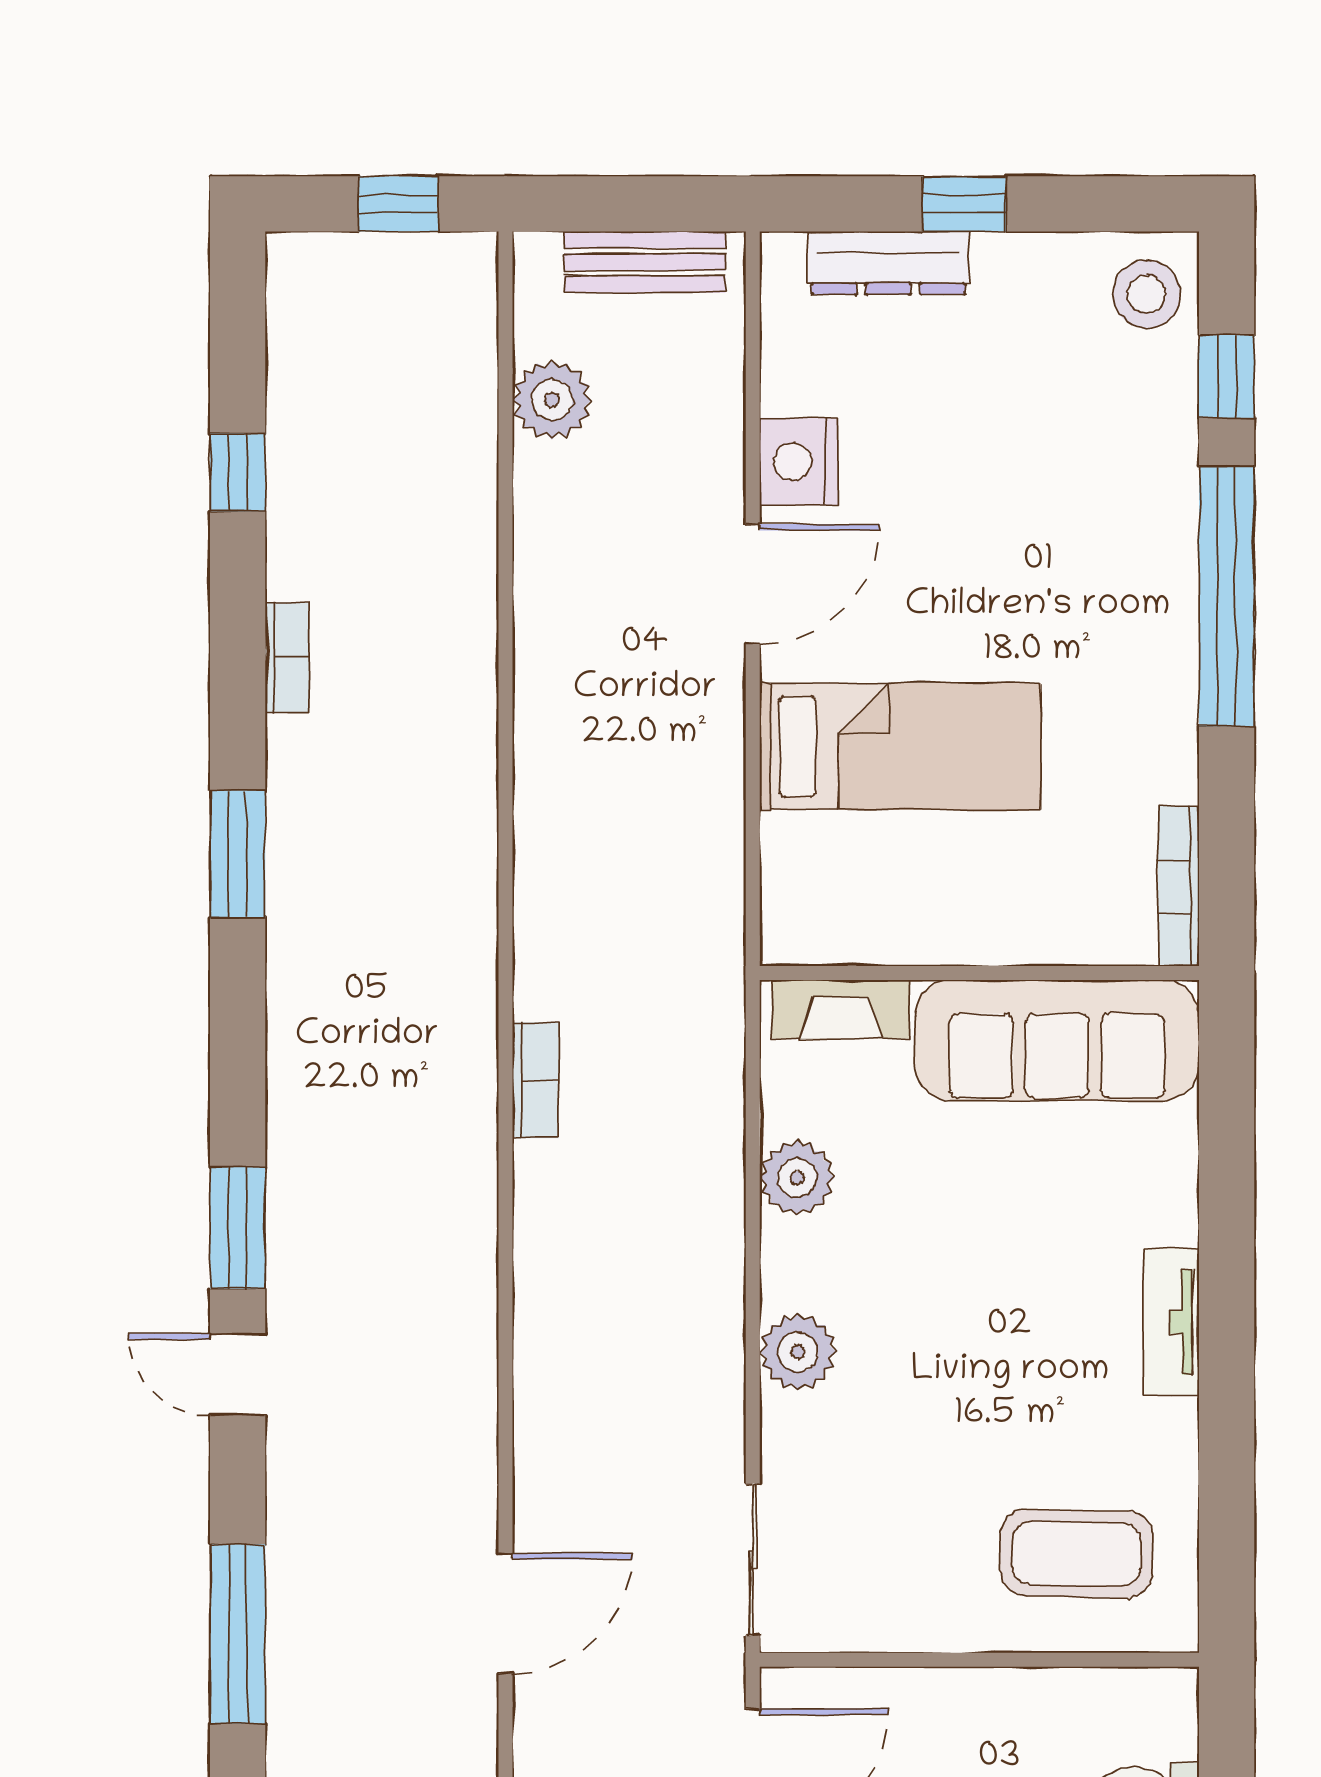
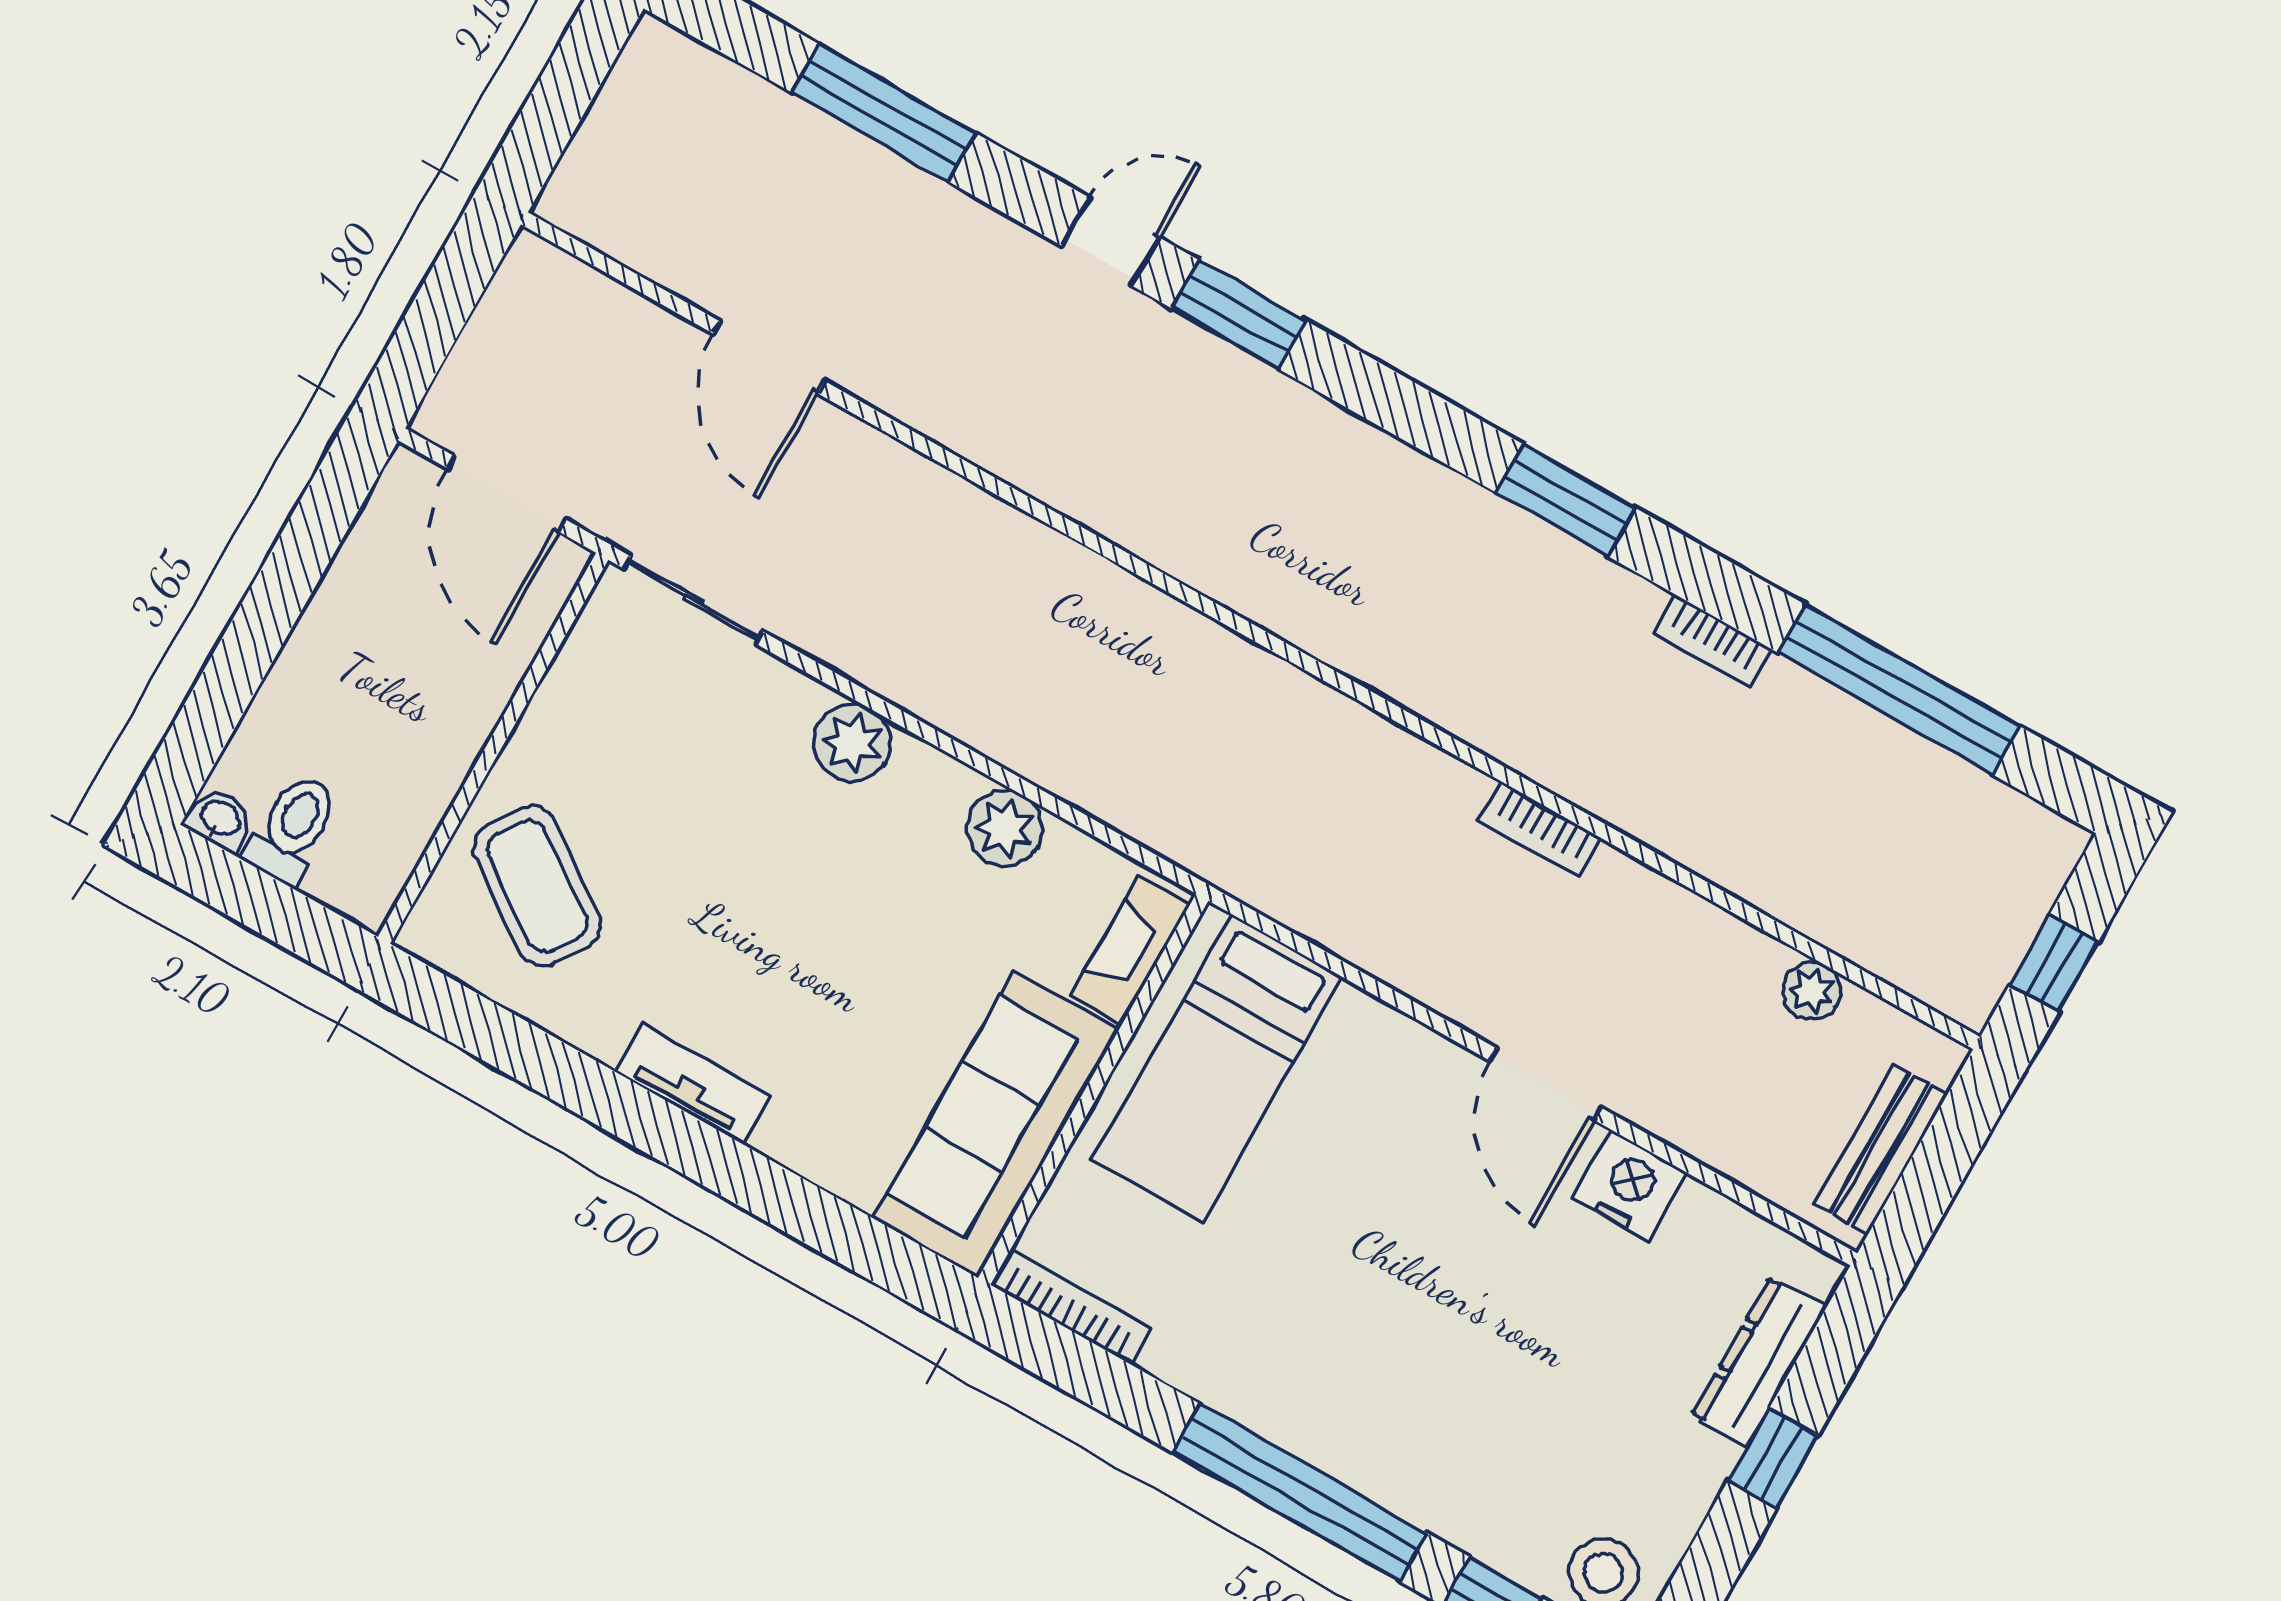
plant: (552, 400) -> (1812, 991), width x0.73, depth x0.73
window: (238, 472) -> (1899, 690), width x3.17
bed: (900, 746) -> (1218, 1068), moved
bookcase: (535, 1080) -> (1540, 830), moved
coffee table: (1077, 1554) -> (537, 886), turned -56

